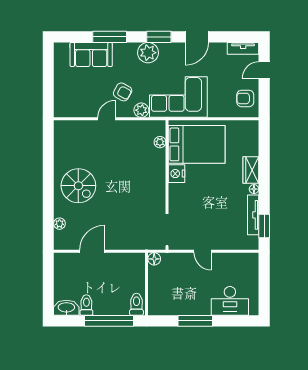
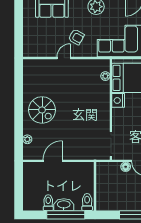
plant: (141, 110) -> (91, 51), removed
floor lamp: (154, 259) -> (126, 167), moved
washbasin: (66, 308) -> (64, 205), moved

